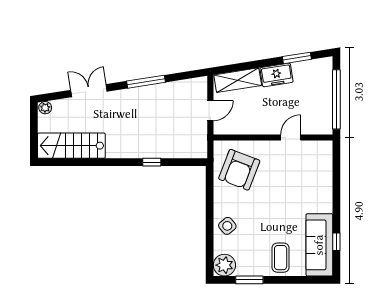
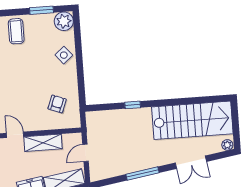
shelving: (259, 126) -> (43, 143), added
door: (291, 138) -> (15, 135), swing flipped
stairs: (71, 146) -> (192, 120), width x1.36, depth x1.51
armchair: (239, 170) -> (57, 104), width x0.53, depth x0.53

